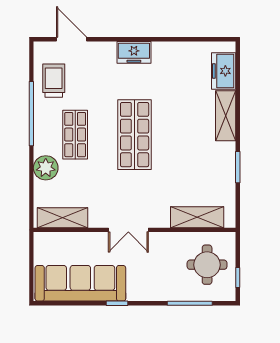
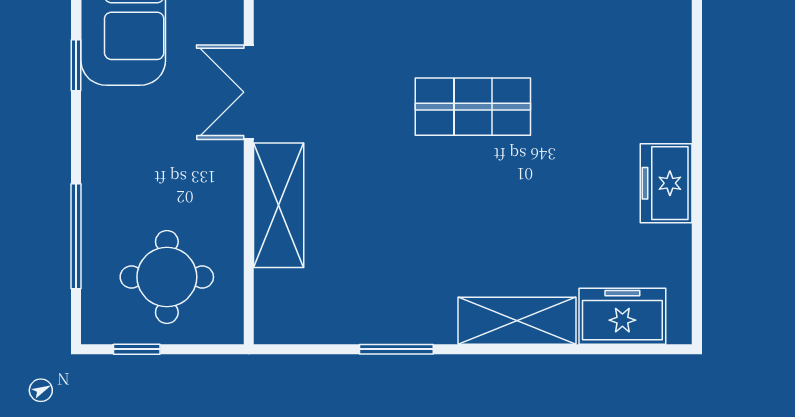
freezer: (134, 52) -> (666, 183), moved
shop shelf: (135, 135) -> (473, 107), width x0.70, depth x0.74
shelving: (197, 217) -> (279, 205), moved

